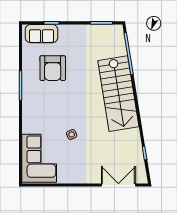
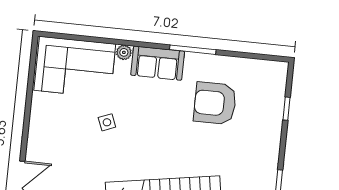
sofa: (41, 34) -> (158, 63), moved, turned -90
plant: (27, 128) -> (124, 52), added

